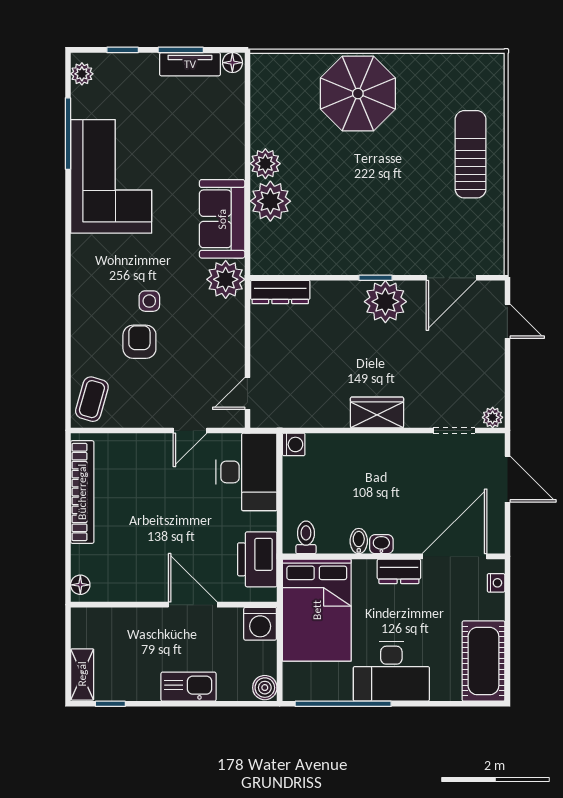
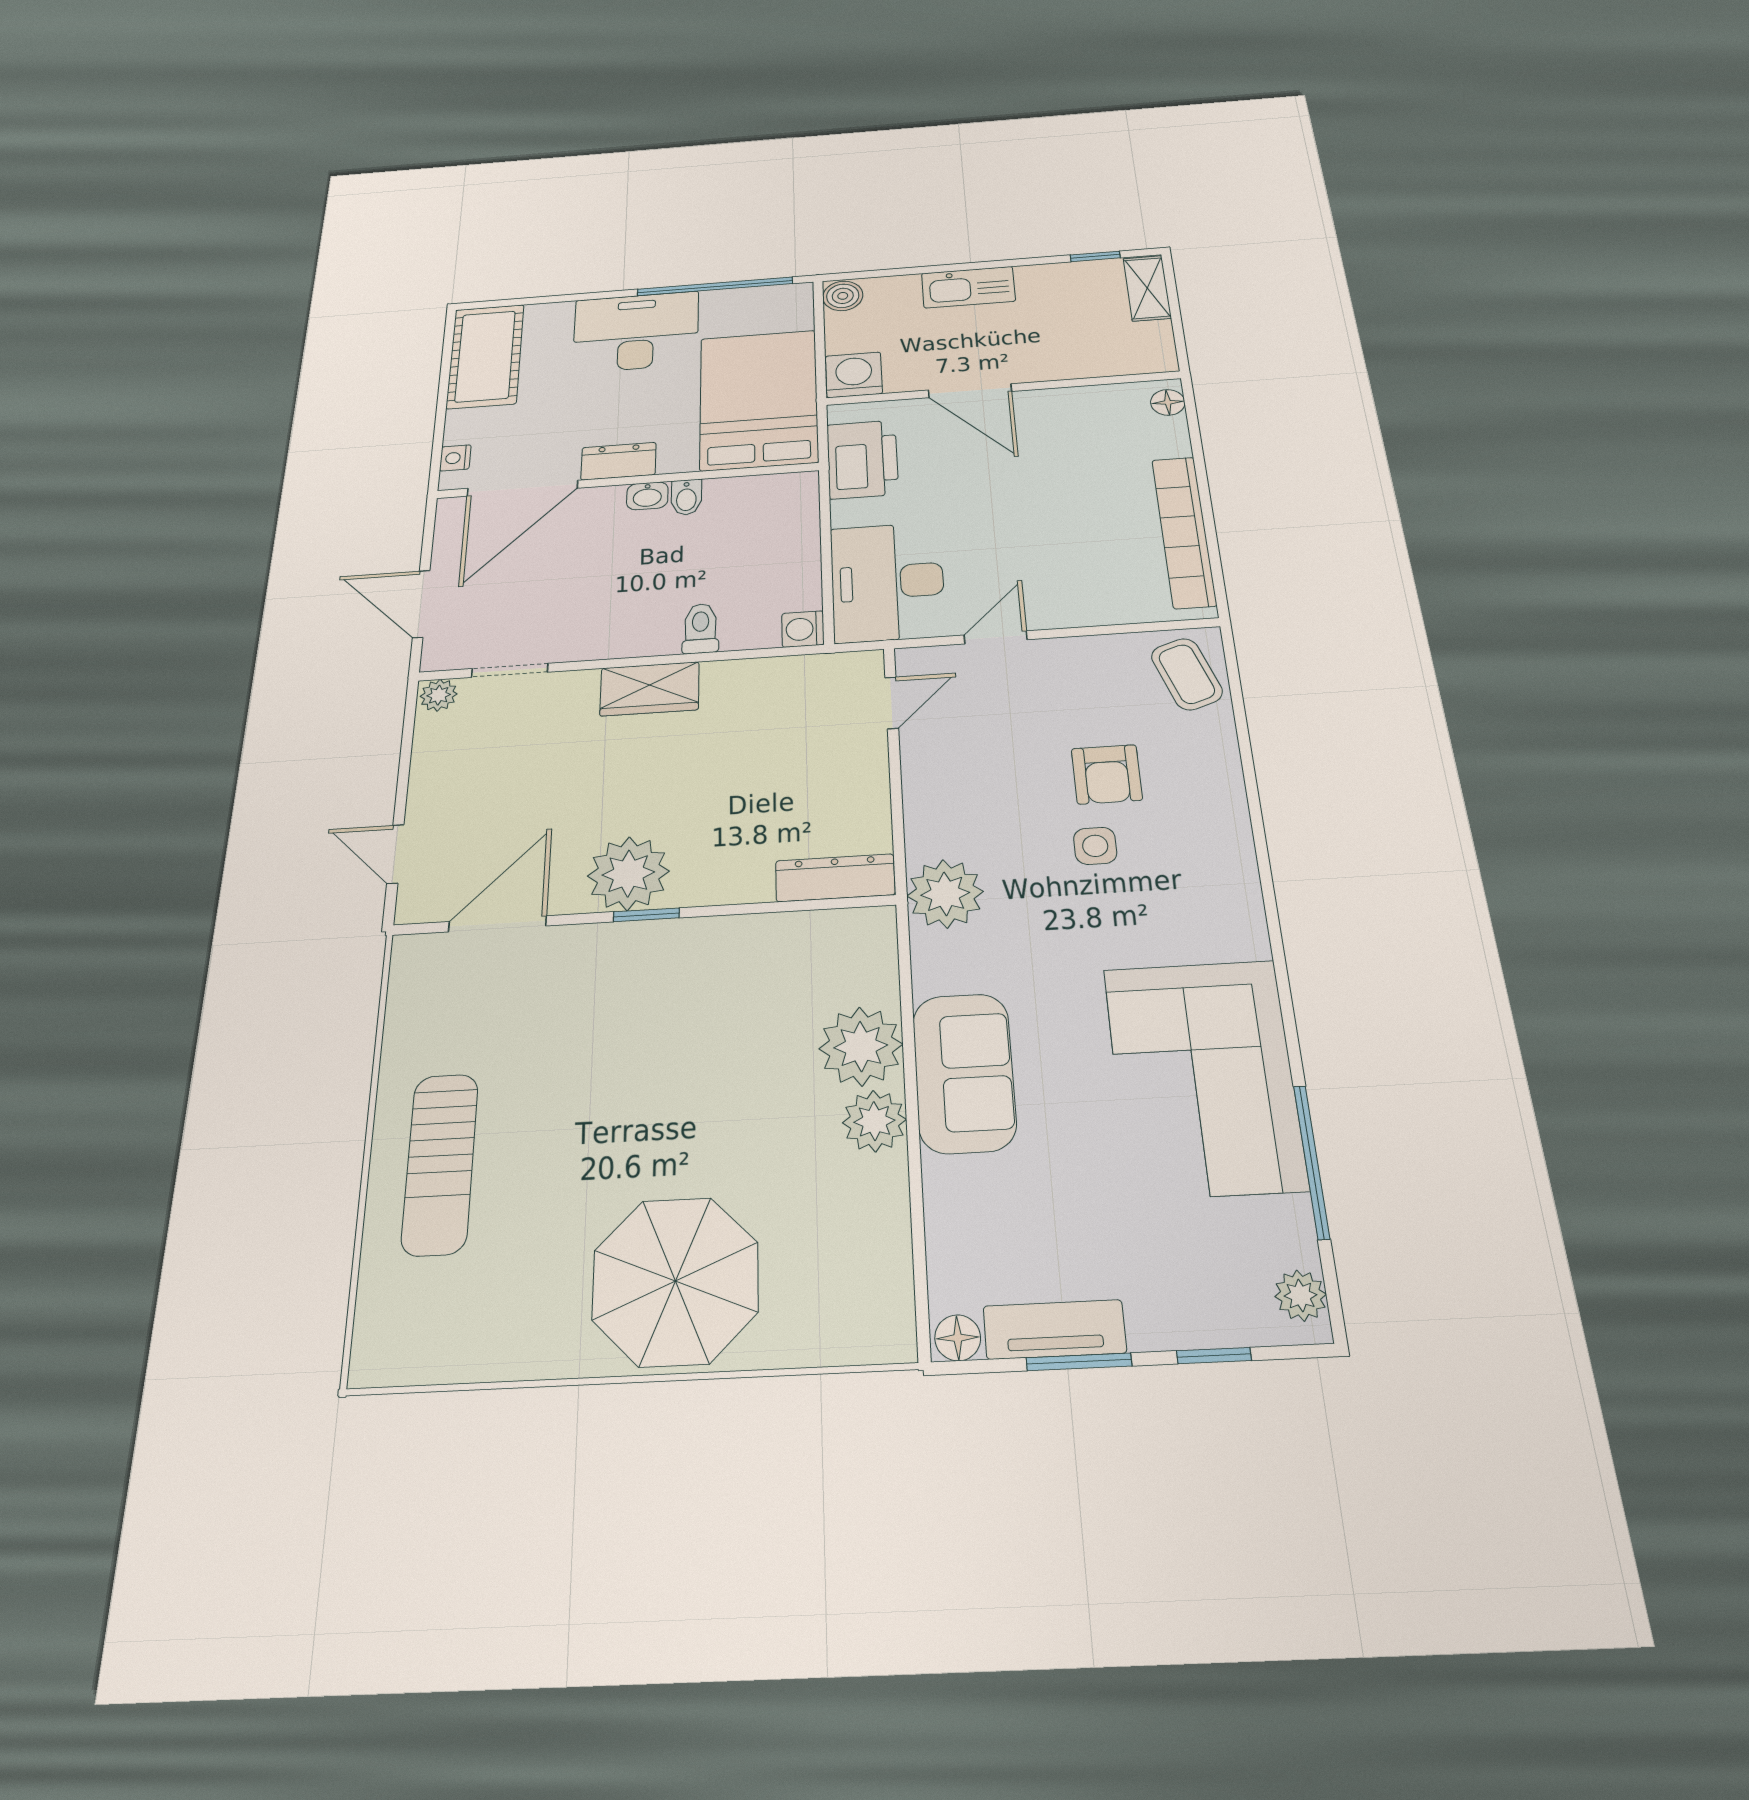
sofa: (222, 219) -> (964, 1073), moved
coffee table: (92, 399) -> (1187, 674), turned -35
toilet: (306, 537) -> (701, 628), moved, turned 180

